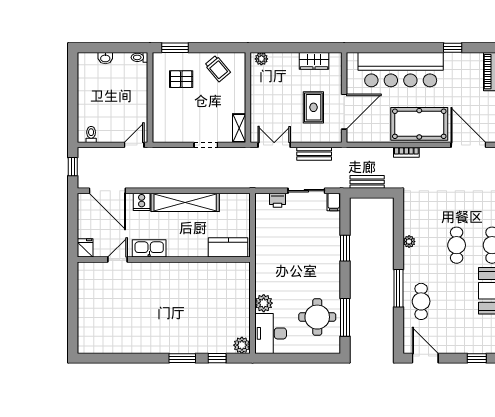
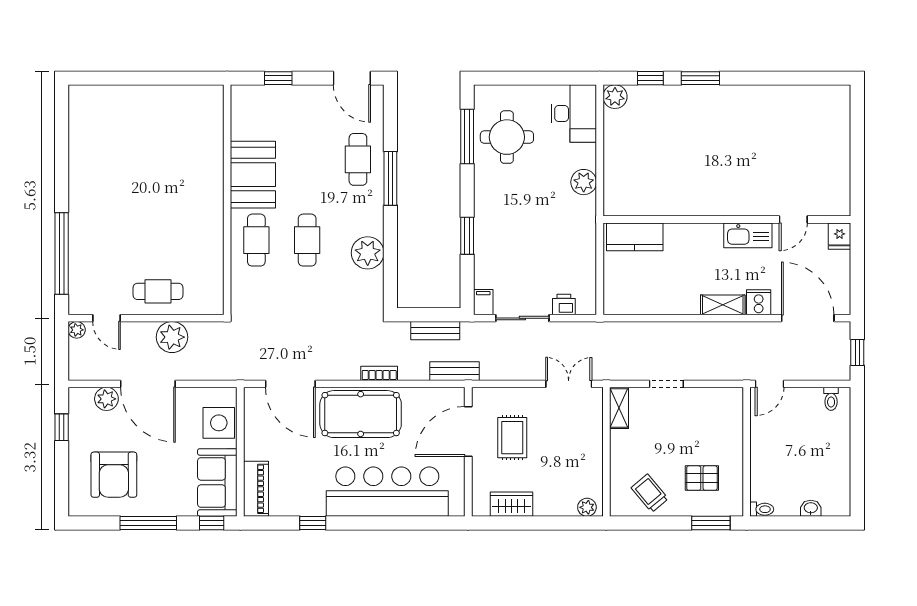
double door: (274, 145) -> (569, 384), swing flipped
bench: (314, 154) -> (455, 371), moved
shelving: (185, 202) -> (723, 305), width x0.45, depth x0.75
plant: (409, 242) -> (368, 253), width x1.88, depth x1.88
plant: (264, 303) -> (584, 182), moved

